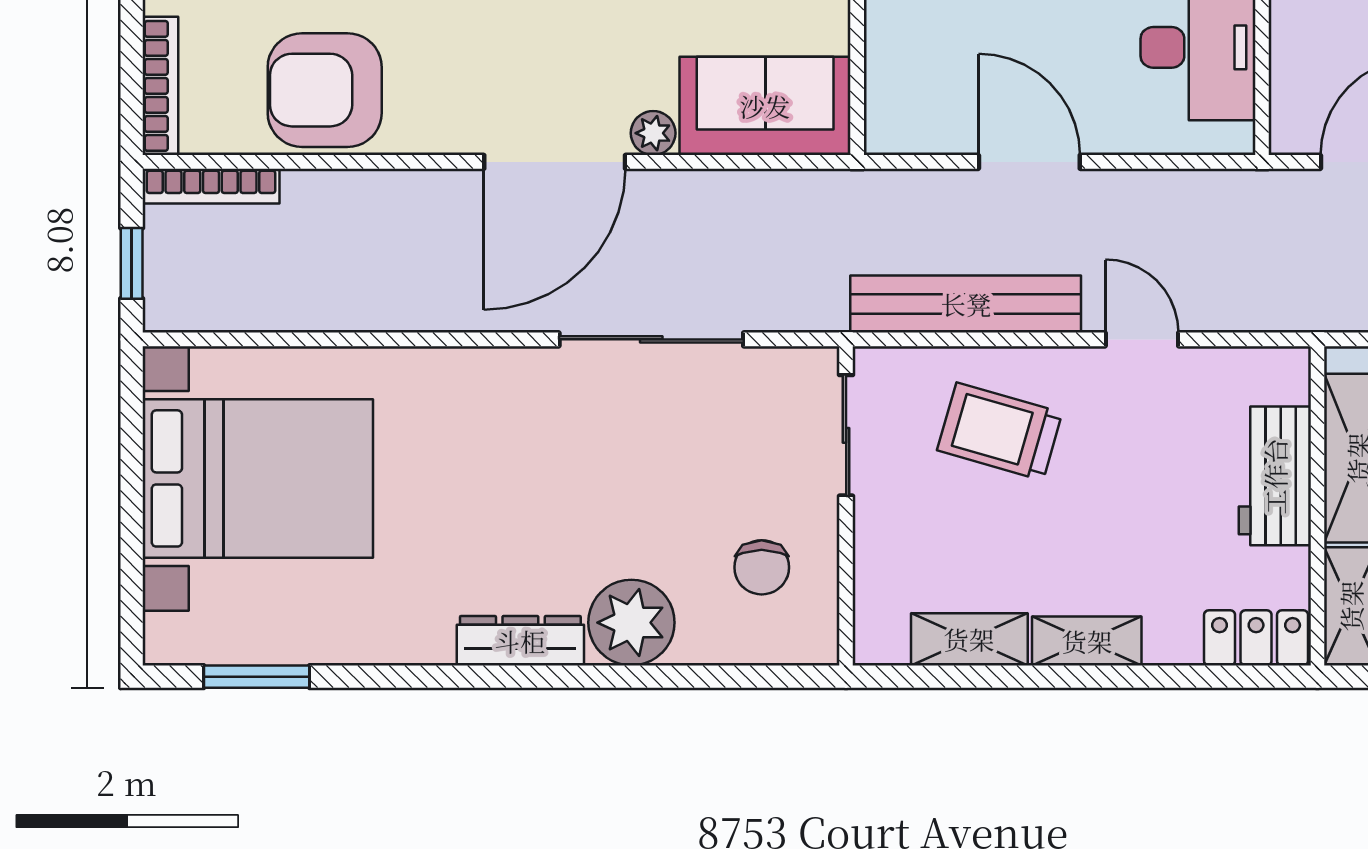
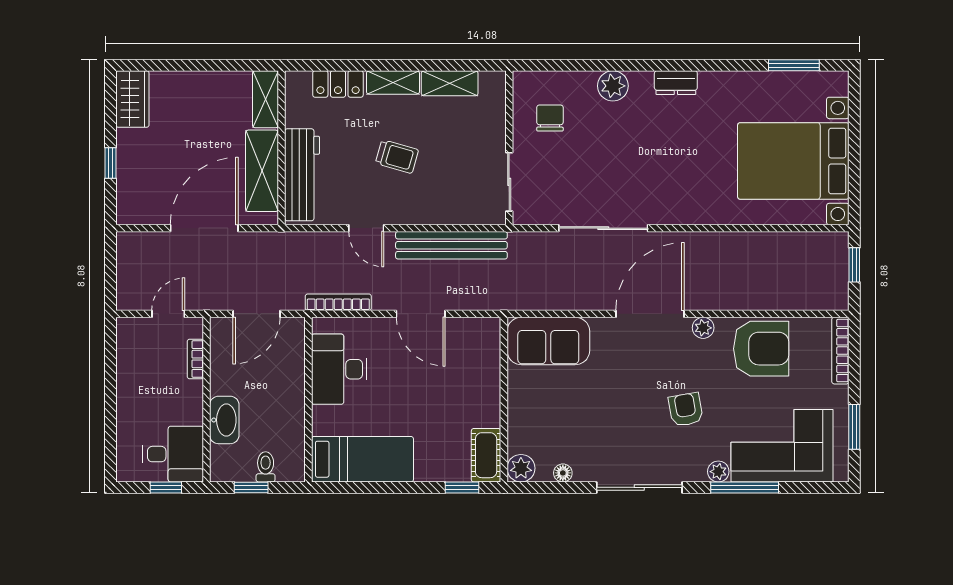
plant: (653, 133) -> (703, 328), moved
bookcase: (211, 186) -> (338, 302), moved
trolley: (1000, 431) -> (397, 157), moved, width x0.73, depth x0.72
workbench: (1275, 476) -> (302, 175), width x1.38
plant: (631, 623) -> (613, 86), width x0.73, depth x0.73
locker: (1256, 638) -> (338, 84), moved
dresser: (520, 641) -> (676, 83), width x0.70

